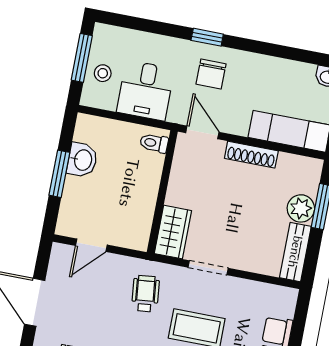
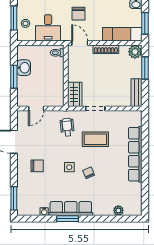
plant: (301, 208) -> (135, 52), moved

